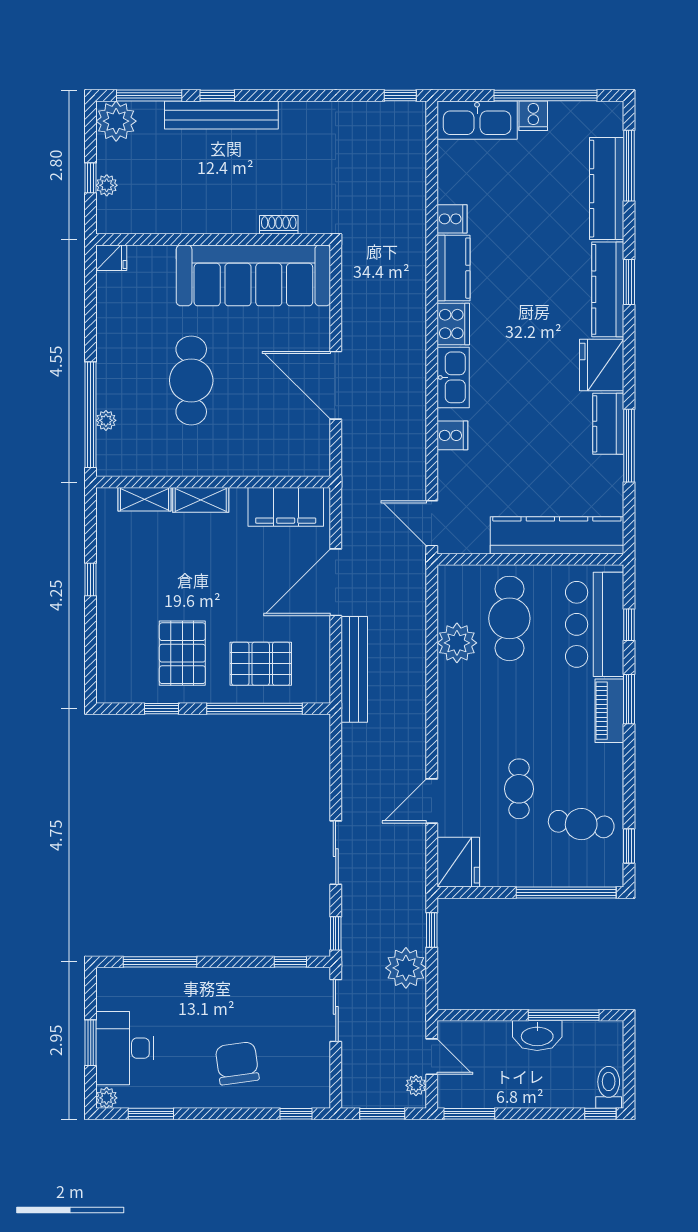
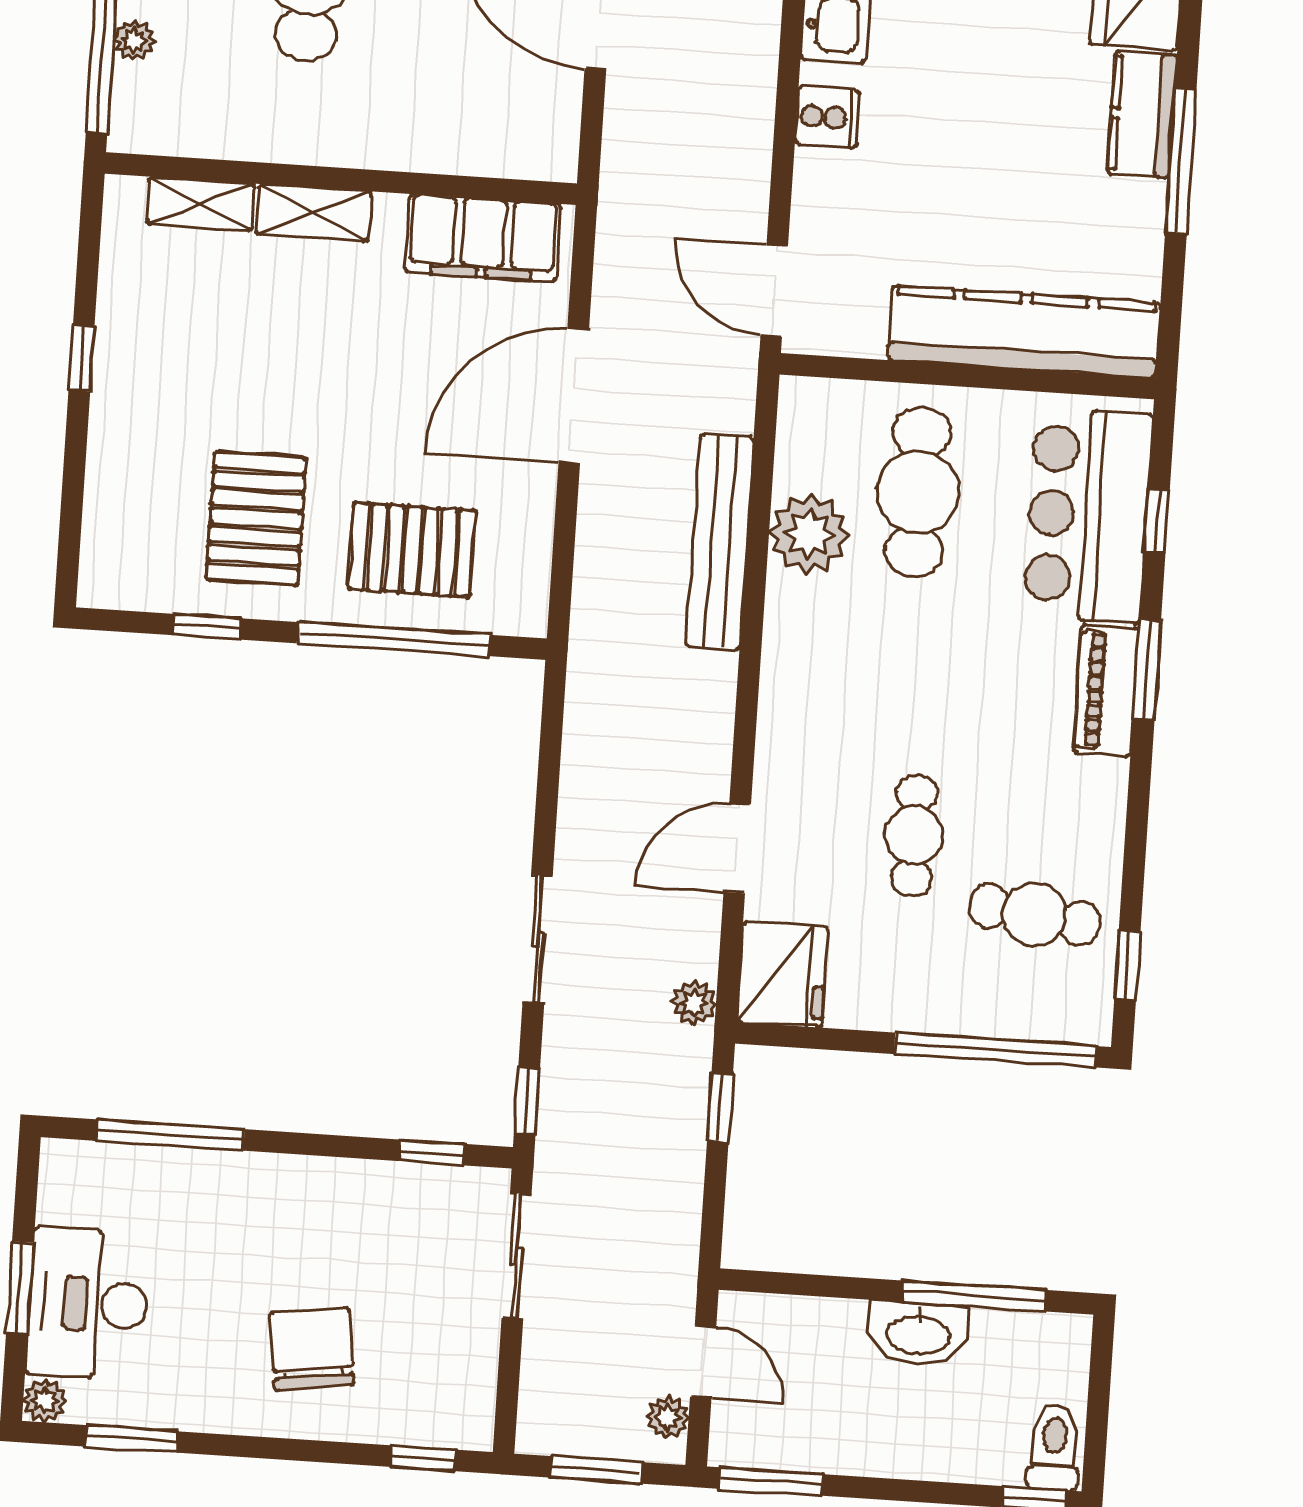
bench: (354, 669) -> (720, 542), moved
plant: (406, 968) -> (694, 1003), moved, width x0.53, depth x0.53

